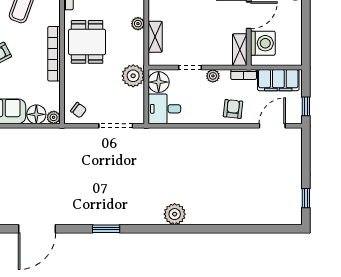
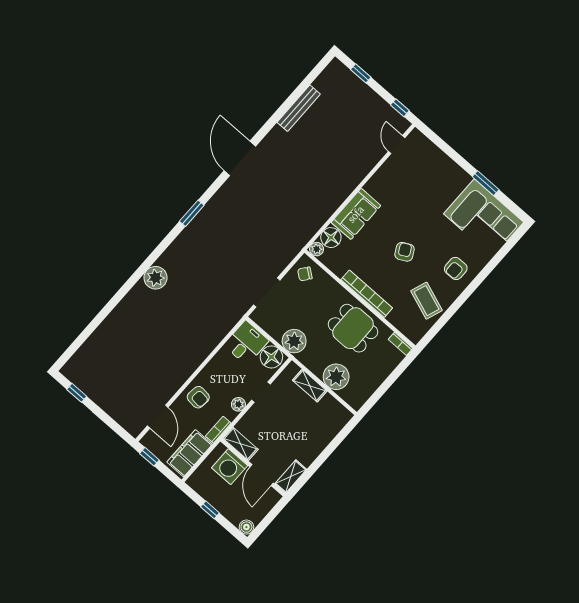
plant: (138, 24) -> (336, 377), width x1.88, depth x1.88
window: (306, 30) -> (210, 510), added

